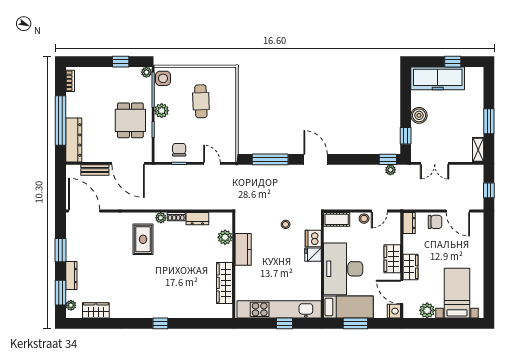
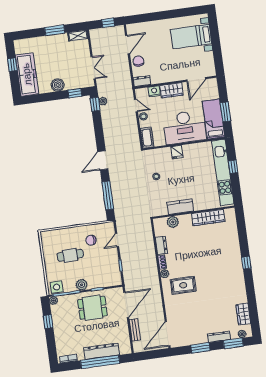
dresser: (74, 140) -> (102, 351), moved
chair: (179, 150) -> (91, 240), moved
dishwasher: (313, 238) -> (164, 154), removed
wardrobe: (410, 267) -> (176, 75), removed
plant: (427, 310) -> (208, 58), removed
nightstand: (394, 311) -> (154, 91), moved

